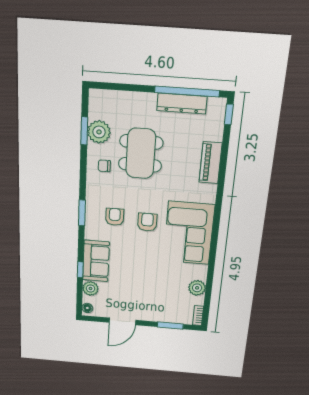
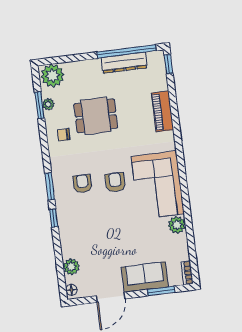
plant: (103, 102) -> (52, 76), added
plant: (99, 132) -> (48, 104), width x0.53, depth x0.53
dining table: (141, 153) -> (96, 116), width x0.73
sofa: (96, 261) -> (145, 277), moved, turned -90
window: (80, 270) -> (54, 218), moved
plant: (197, 288) -> (177, 225), moved

